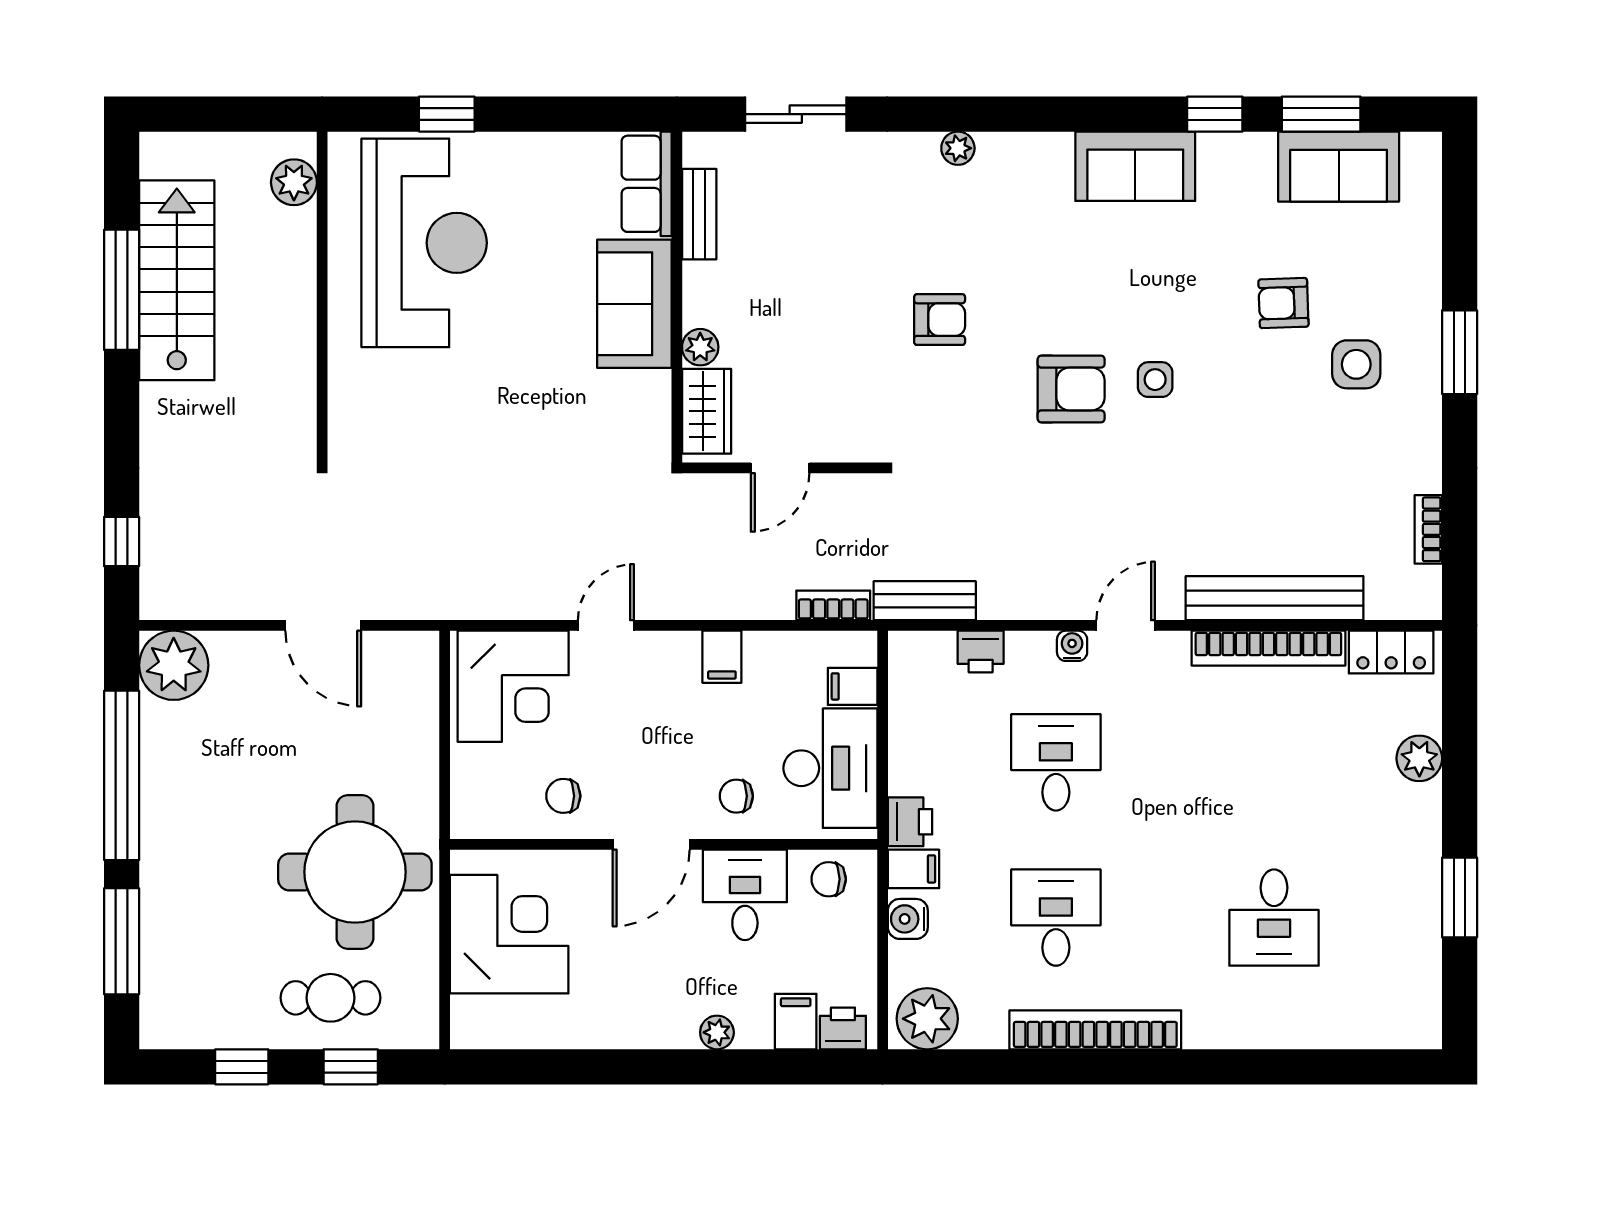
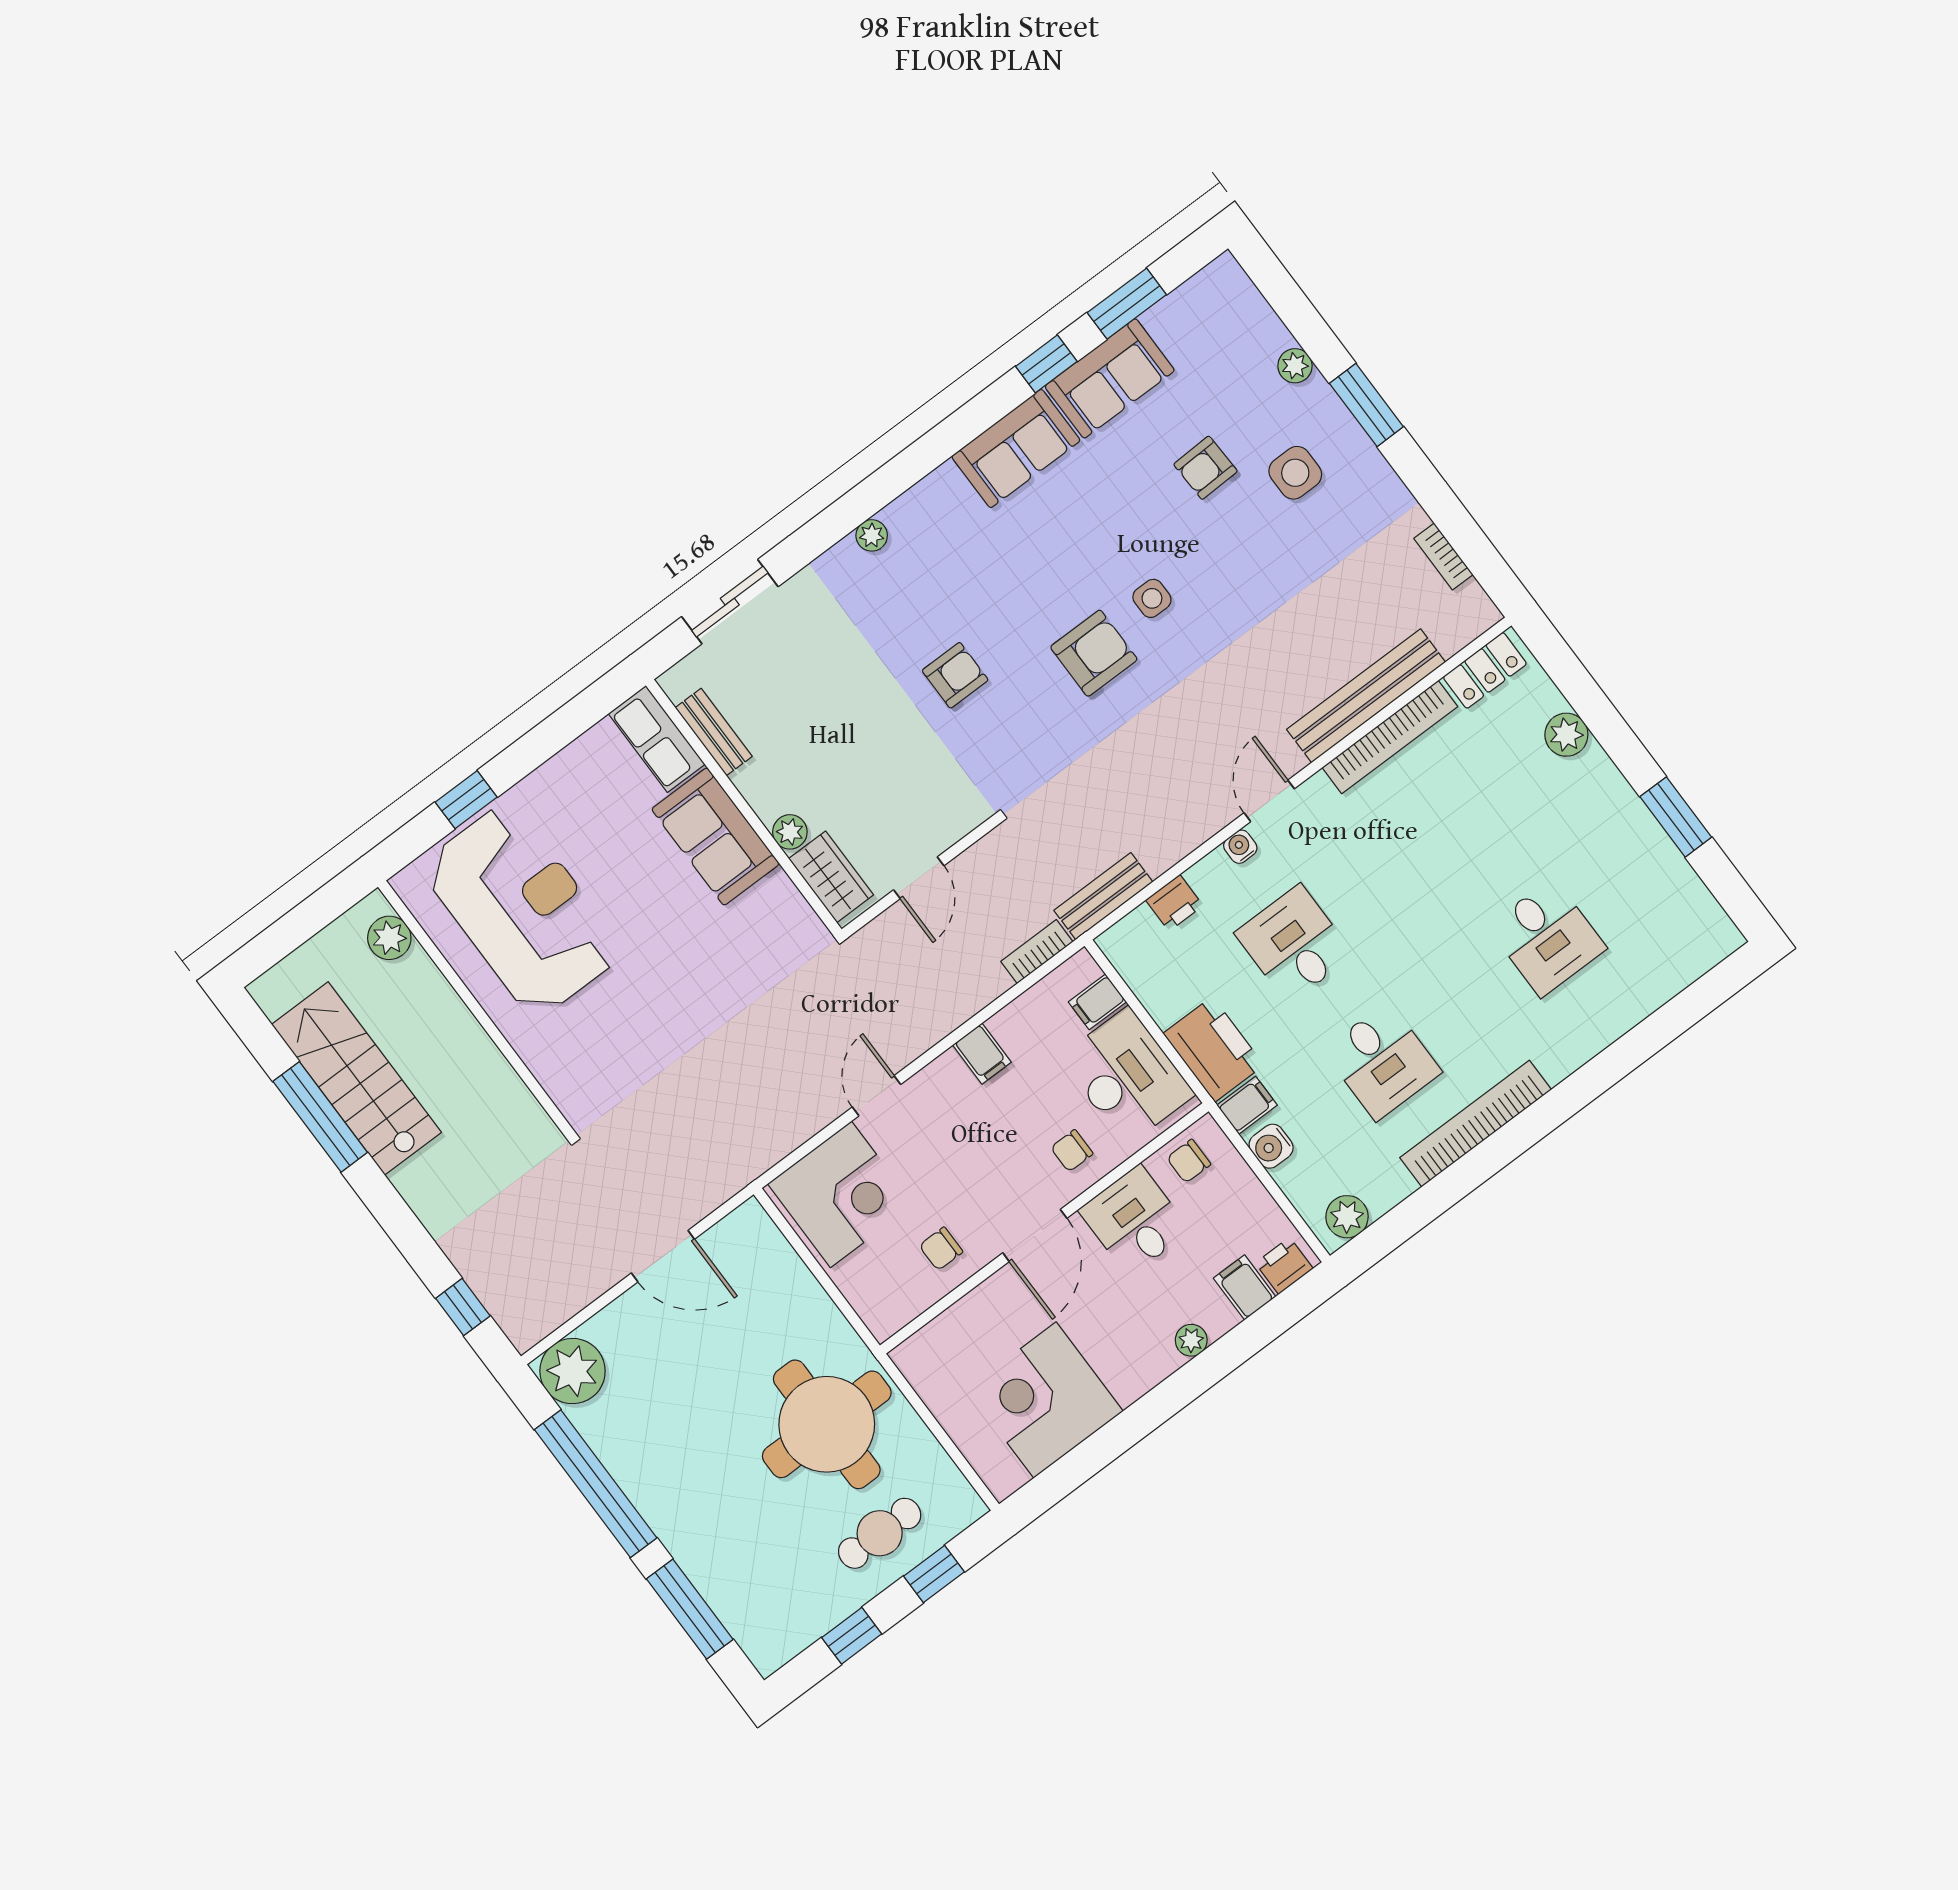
sofa: (1339, 167) -> (1110, 378), moved
plant: (1424, 274) -> (1295, 366), added
printer: (910, 822) -> (1214, 1049), width x1.87, depth x1.48
desk: (1056, 918) -> (1382, 1061), turned 180
corner desk: (509, 934) -> (1045, 1400), moved, turned -90
plant: (927, 1019) -> (1347, 1217), width x0.73, depth x0.73

